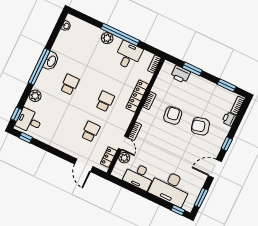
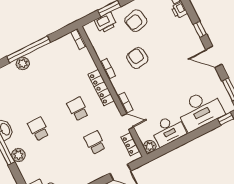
desk: (128, 55) -> (53, 56), removed
plant: (35, 96) -> (18, 155), moved
locker: (137, 96) -> (101, 88), moved
armchair: (200, 126) -> (136, 21), moved
plant: (124, 158) -> (150, 146), moved
door: (215, 169) -> (214, 57), hinge flipped

